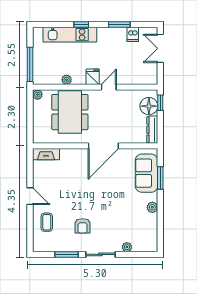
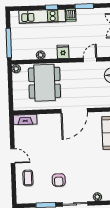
dishwasher: (133, 34) -> (71, 15), moved
door: (109, 87) -> (90, 60), moved

